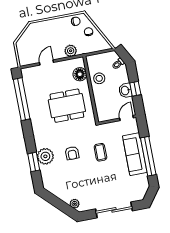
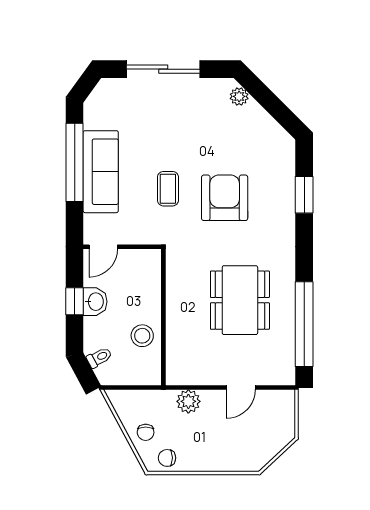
floor lamp: (80, 74) -> (179, 351), removed
dining table: (67, 106) -> (240, 300), moved, turned 90
armchair: (72, 153) -> (225, 198), width x1.88, depth x1.88
plant: (45, 156) -> (279, 202), removed

